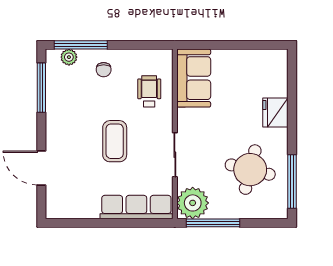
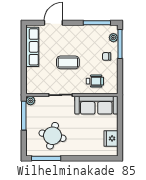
sofa: (194, 78) -> (96, 105), width x1.36
fridge: (275, 113) -> (111, 138), moved, turned -90
plant: (193, 203) -> (30, 101), width x0.53, depth x0.53
row of seats: (136, 207) -> (32, 47), moved

